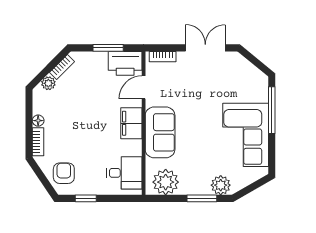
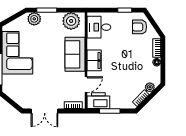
armchair: (64, 173) -> (139, 27), turned 90

